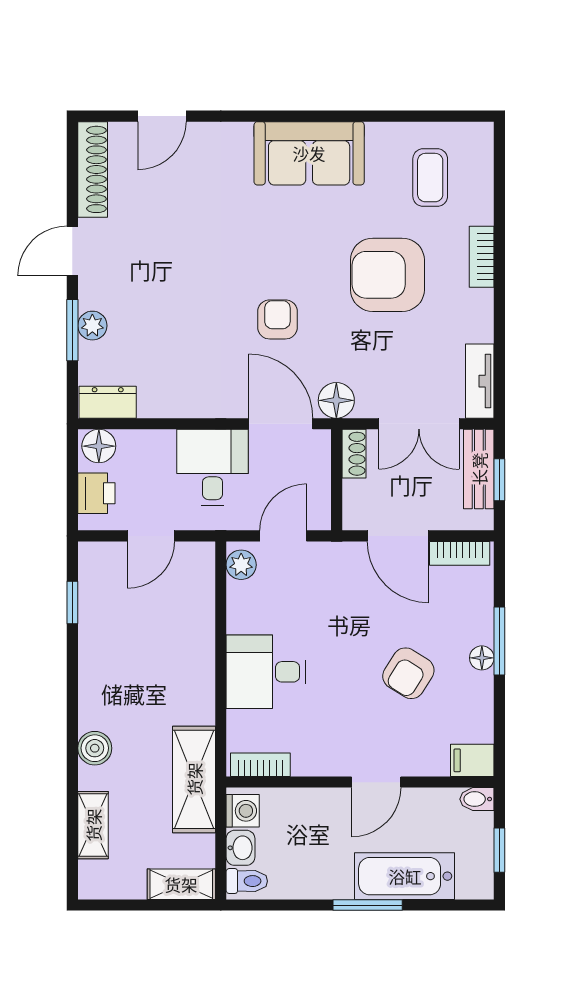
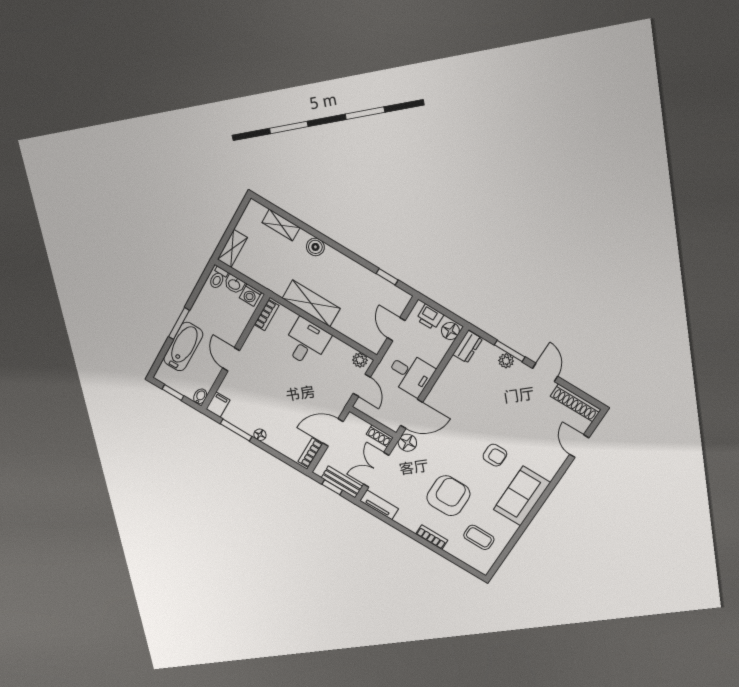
armchair: (277, 319) -> (495, 455), moved
window: (499, 641) -> (236, 430), moved
armchair: (408, 673) -> (271, 401), removed
shelving: (194, 779) -> (311, 303), moved

